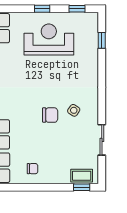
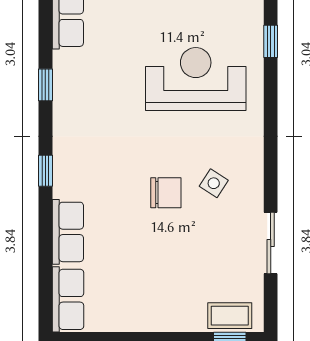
reception desk: (49, 39) -> (196, 79), moved
chair: (32, 169) -> (130, 301), removed

